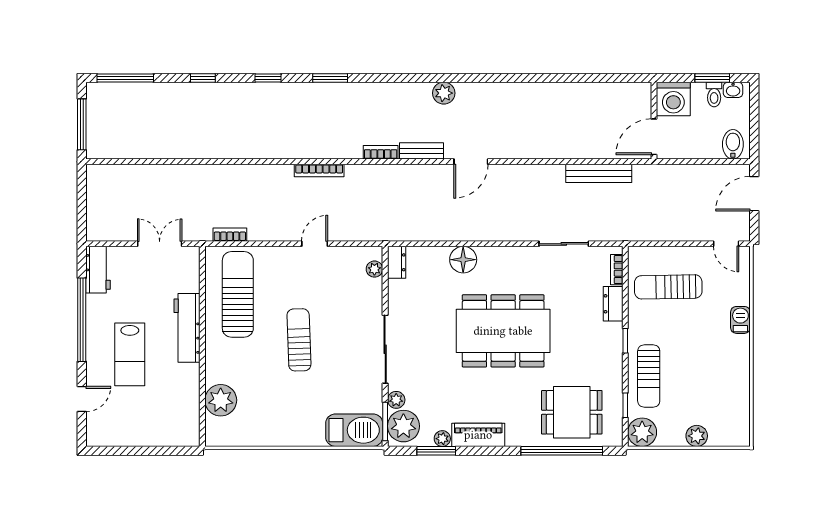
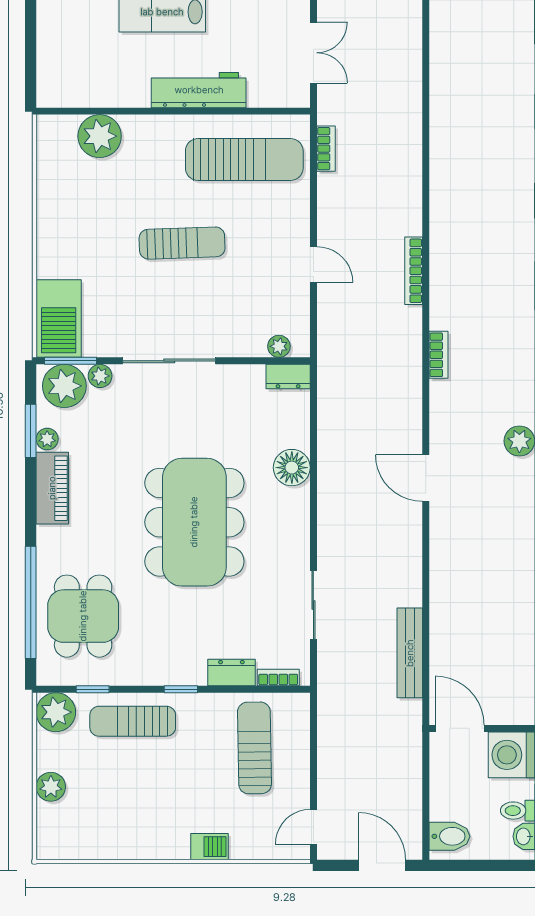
bench: (421, 151) -> (440, 411), removed

